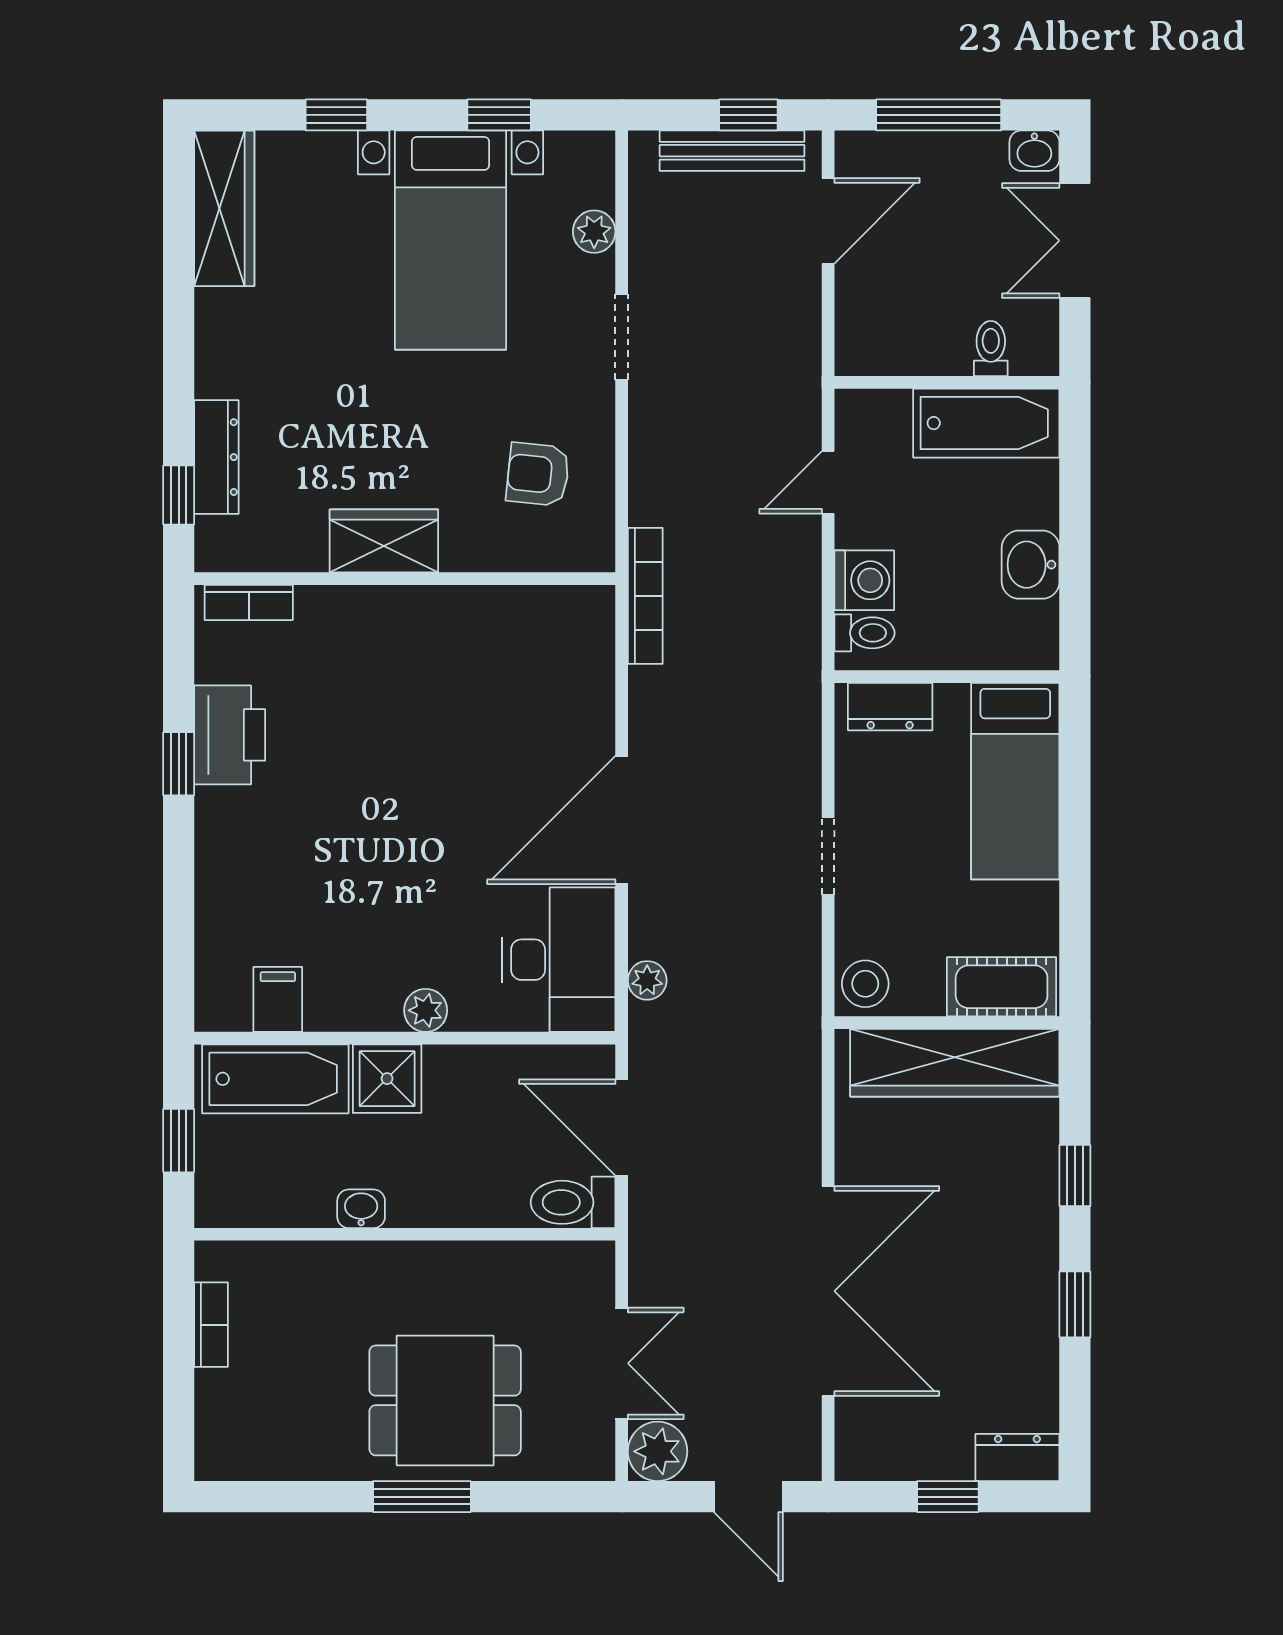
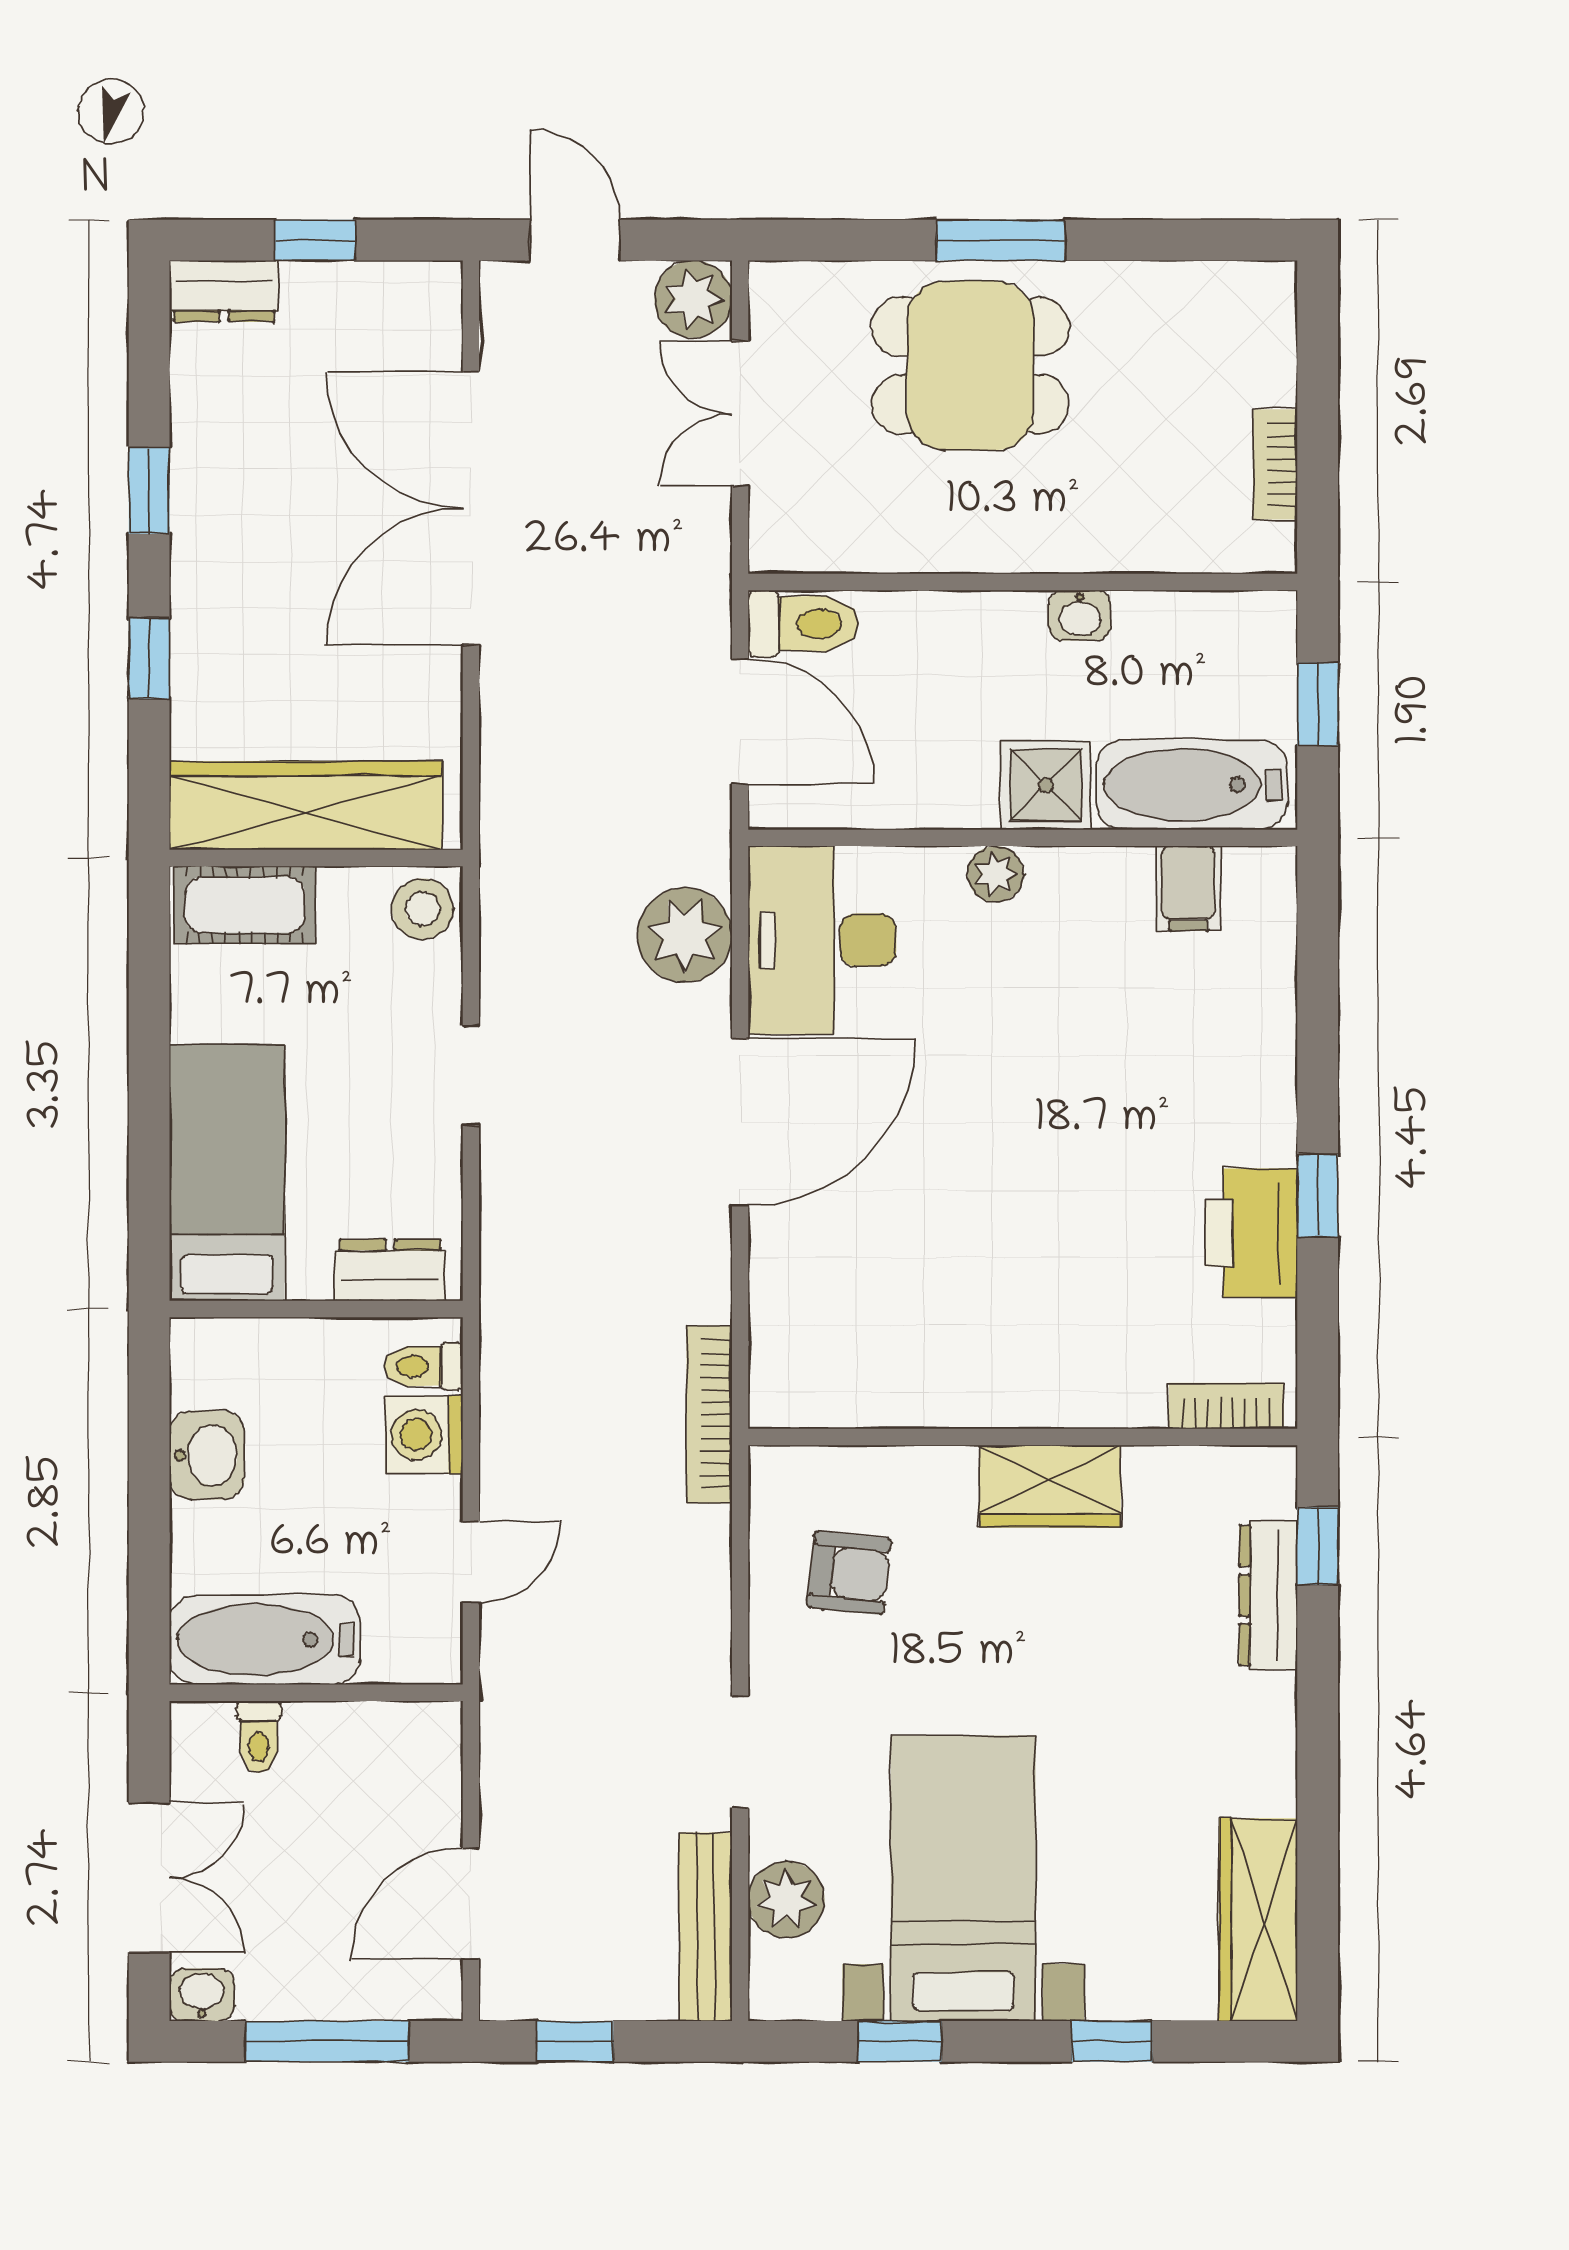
bench: (732, 151) -> (706, 1927), moved, turned 90
plant: (594, 232) -> (786, 1900), width x1.38, depth x1.38
plant: (647, 980) -> (685, 935), width x1.88, depth x1.88

